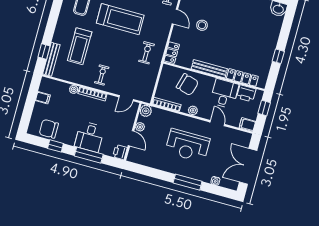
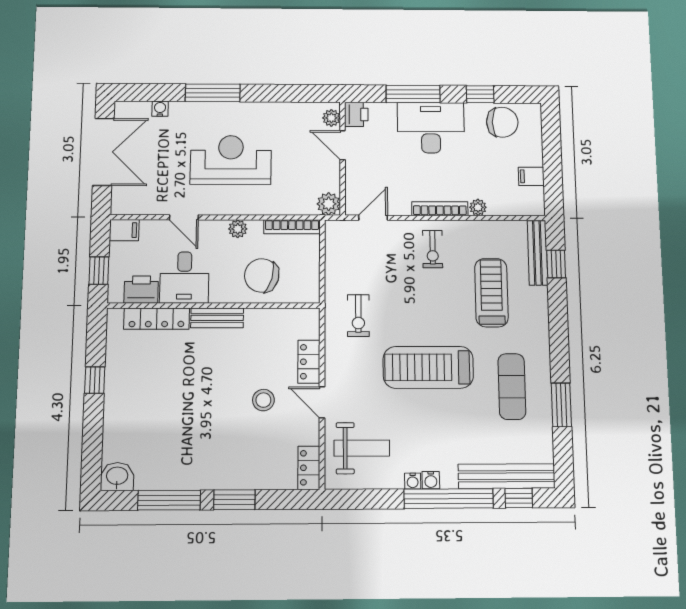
locker: (172, 53) -> (309, 362), moved
bench: (209, 69) -> (217, 318), width x0.73
plant: (140, 127) -> (331, 118), moved
desk: (89, 137) -> (431, 128), width x1.37

